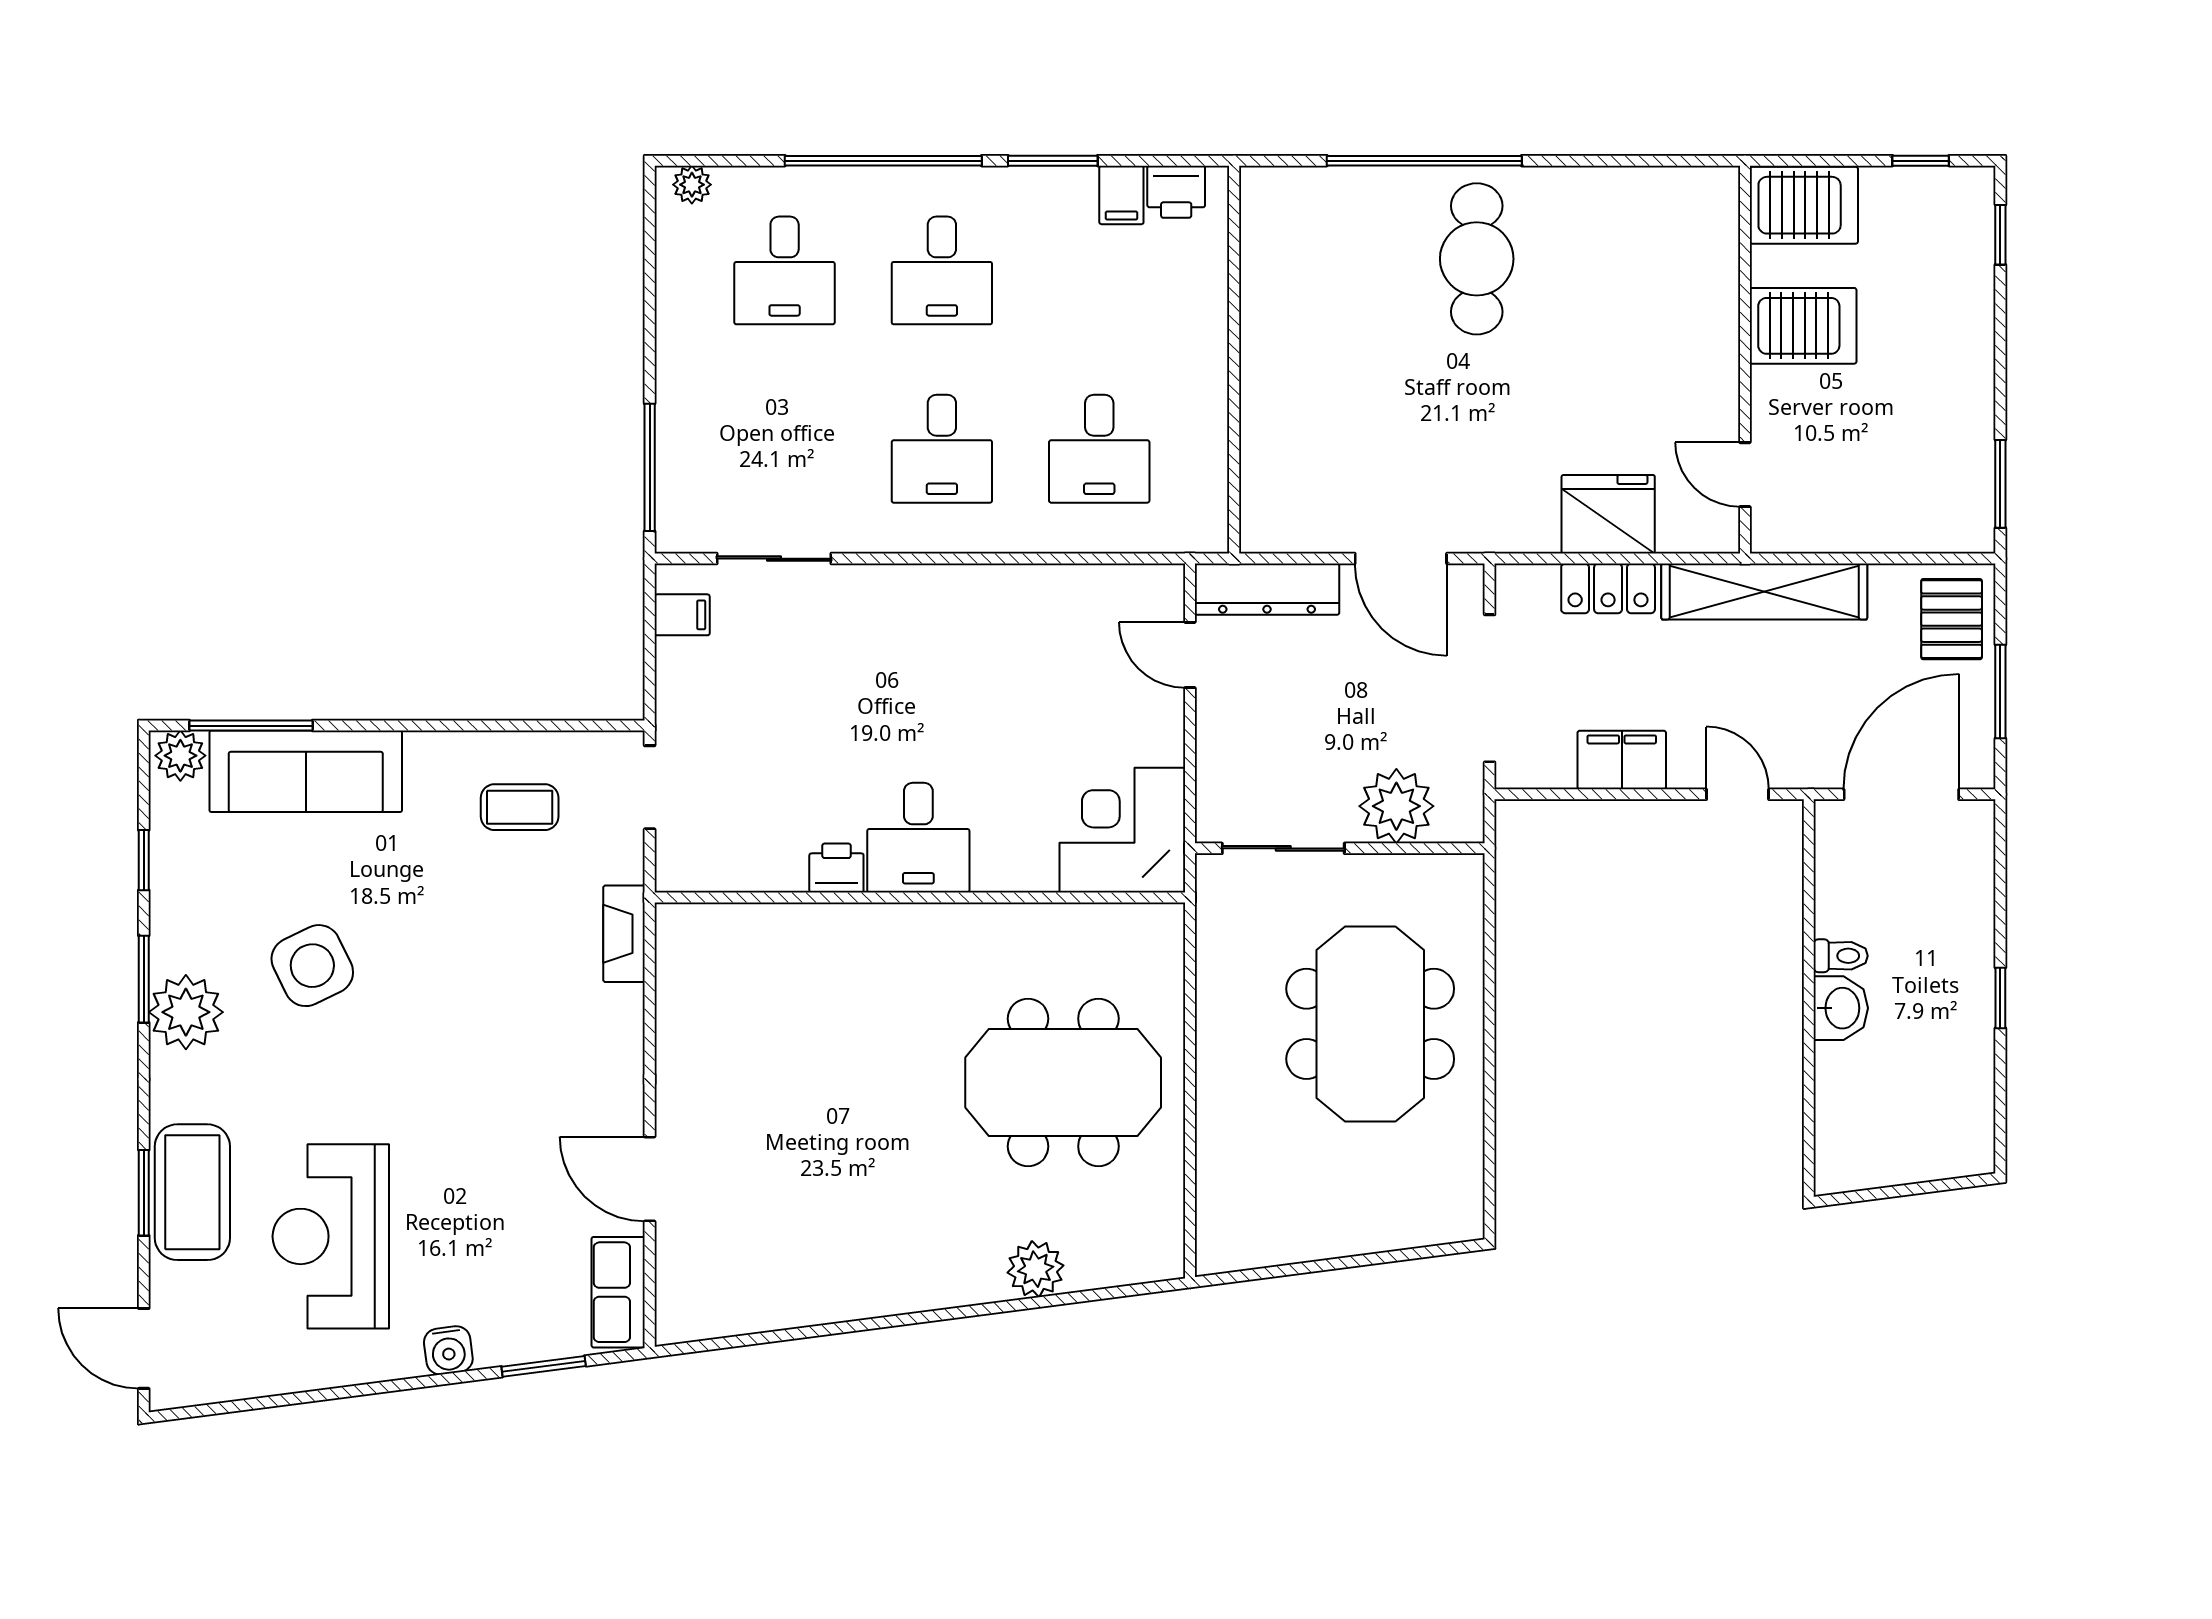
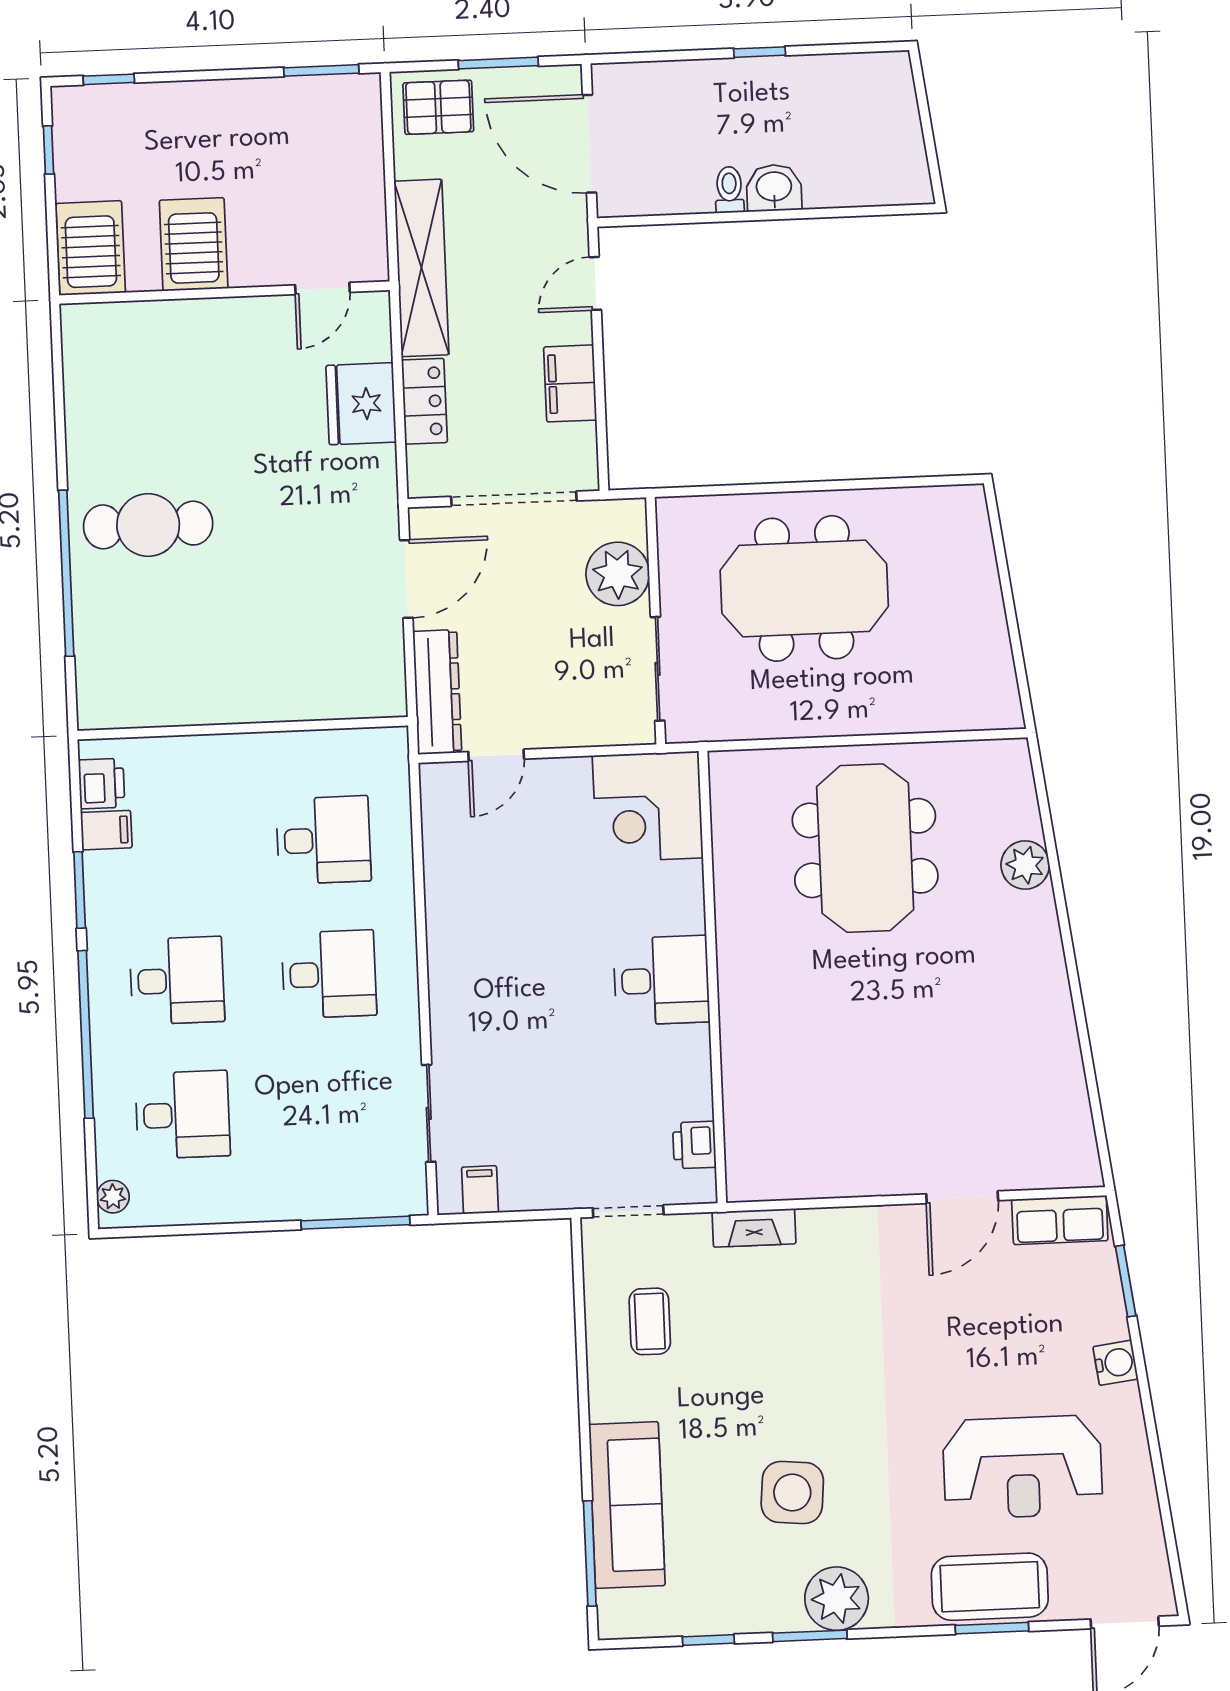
plant: (180, 756) -> (618, 1612), removed
printer: (836, 868) -> (694, 1145), moved
side table: (312, 966) -> (792, 1493), turned 31

